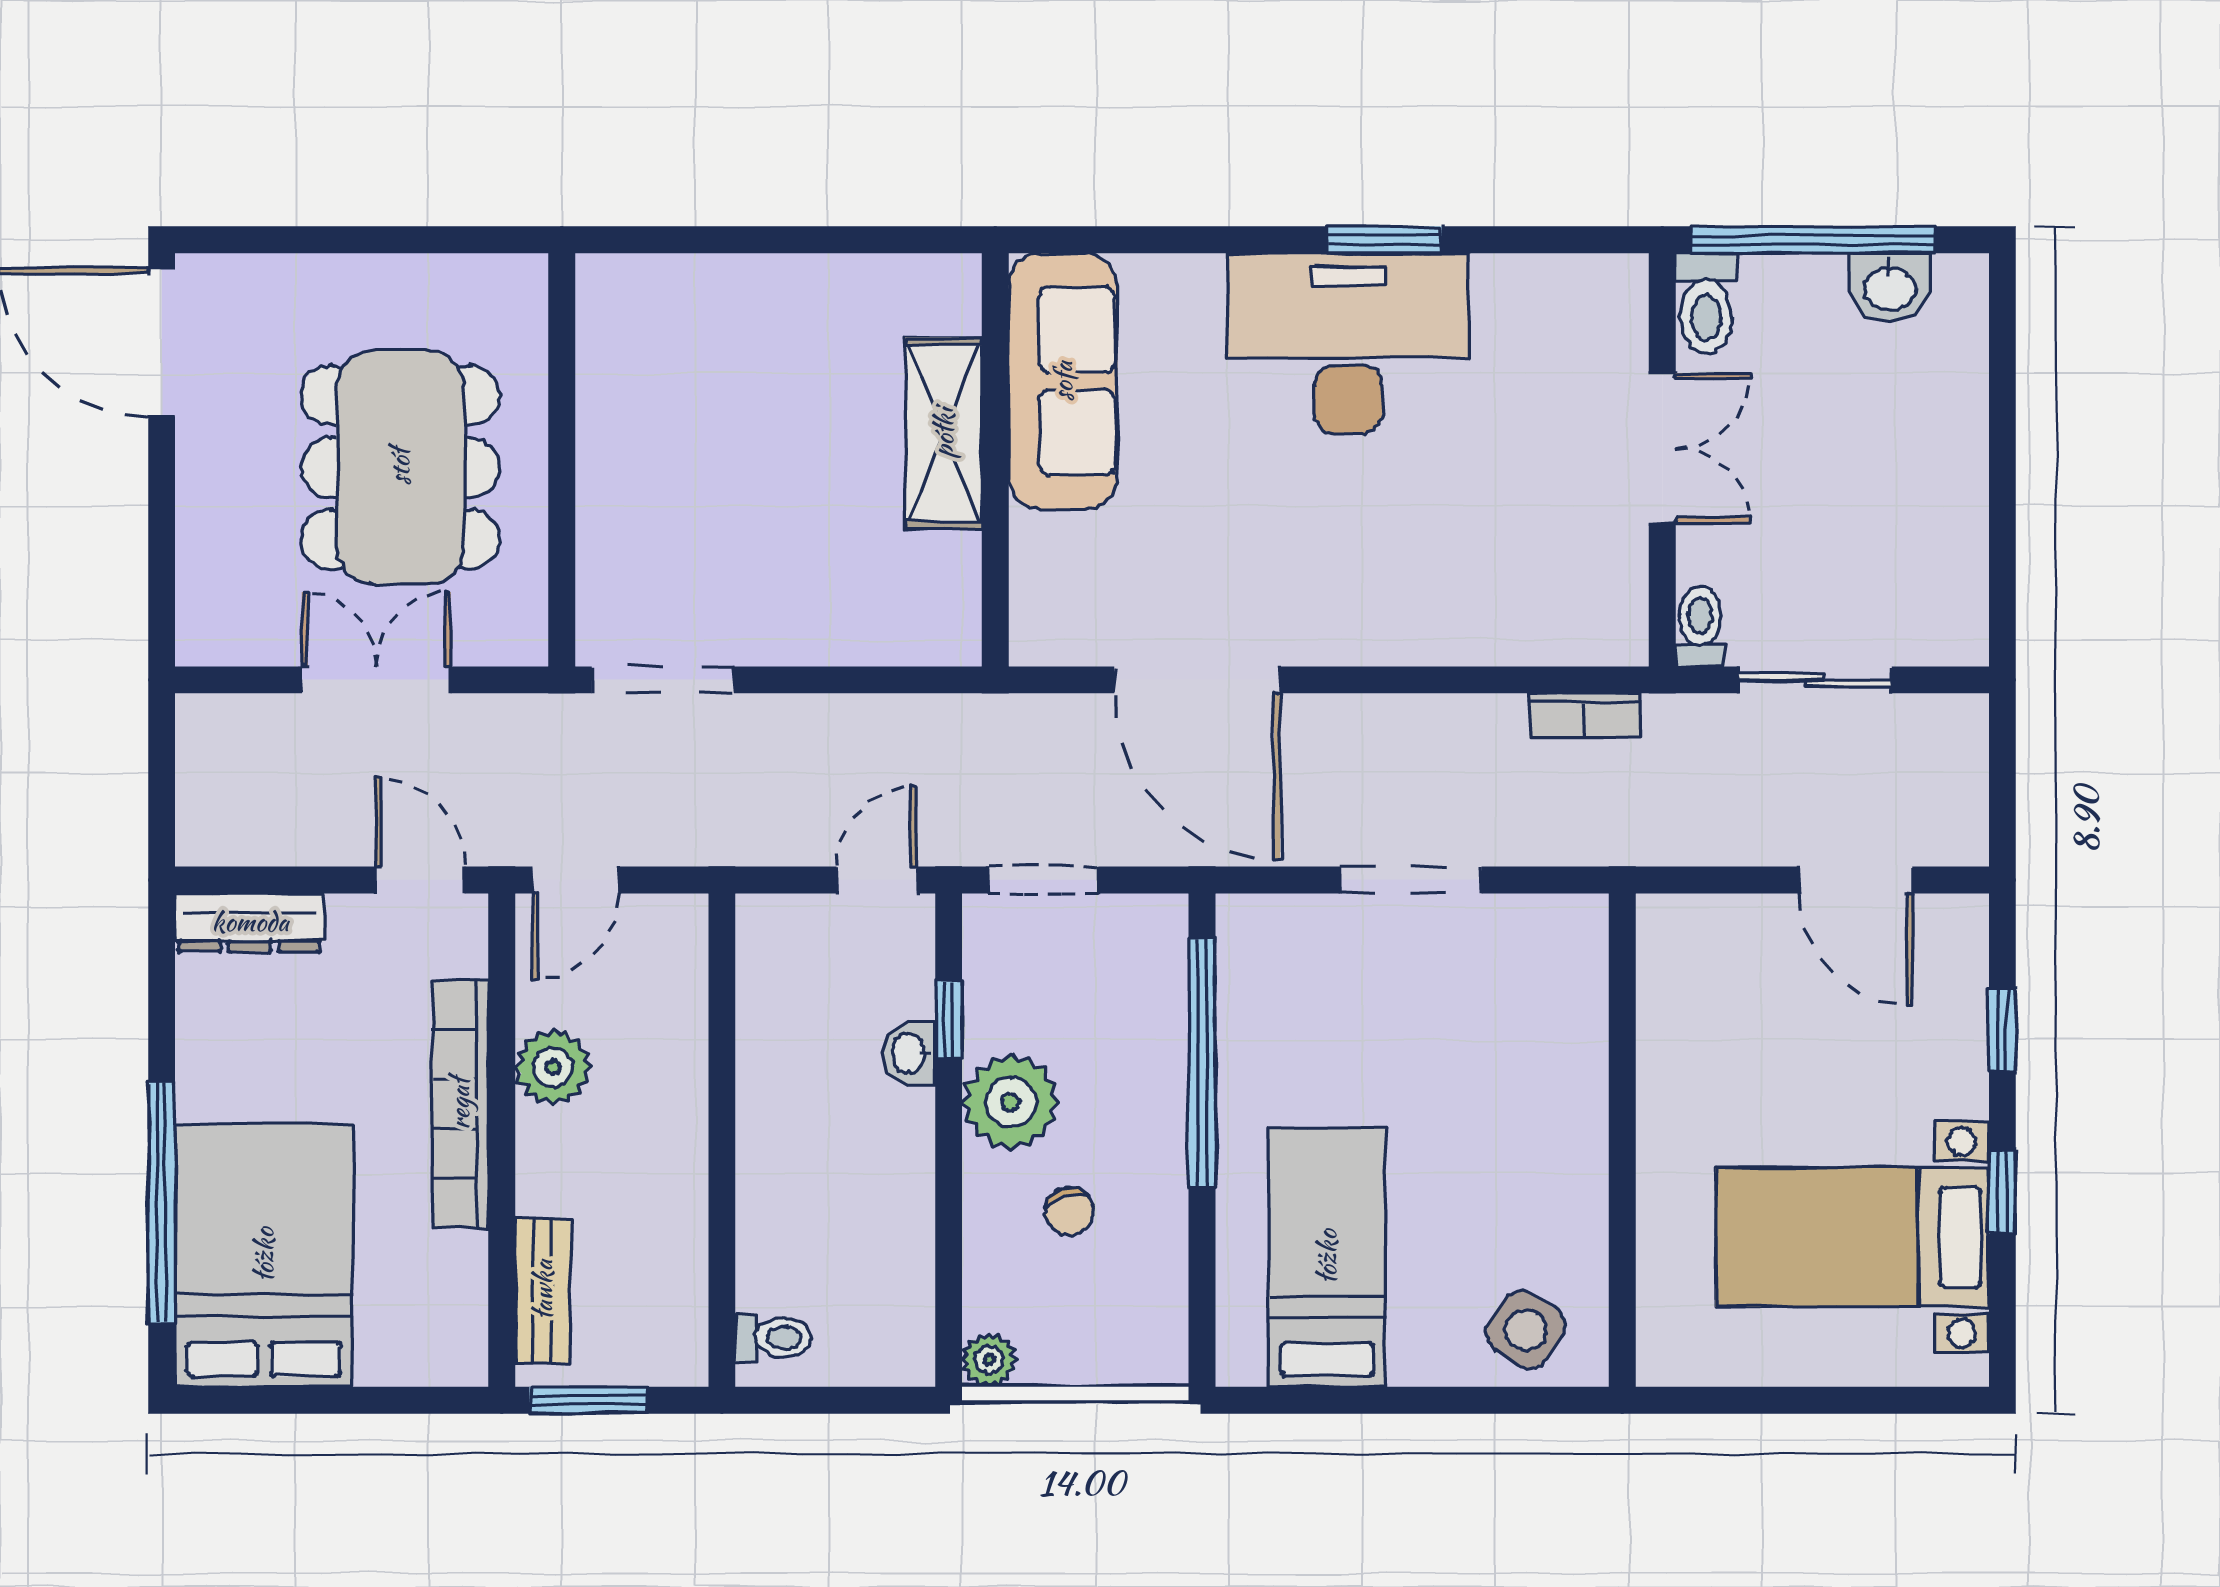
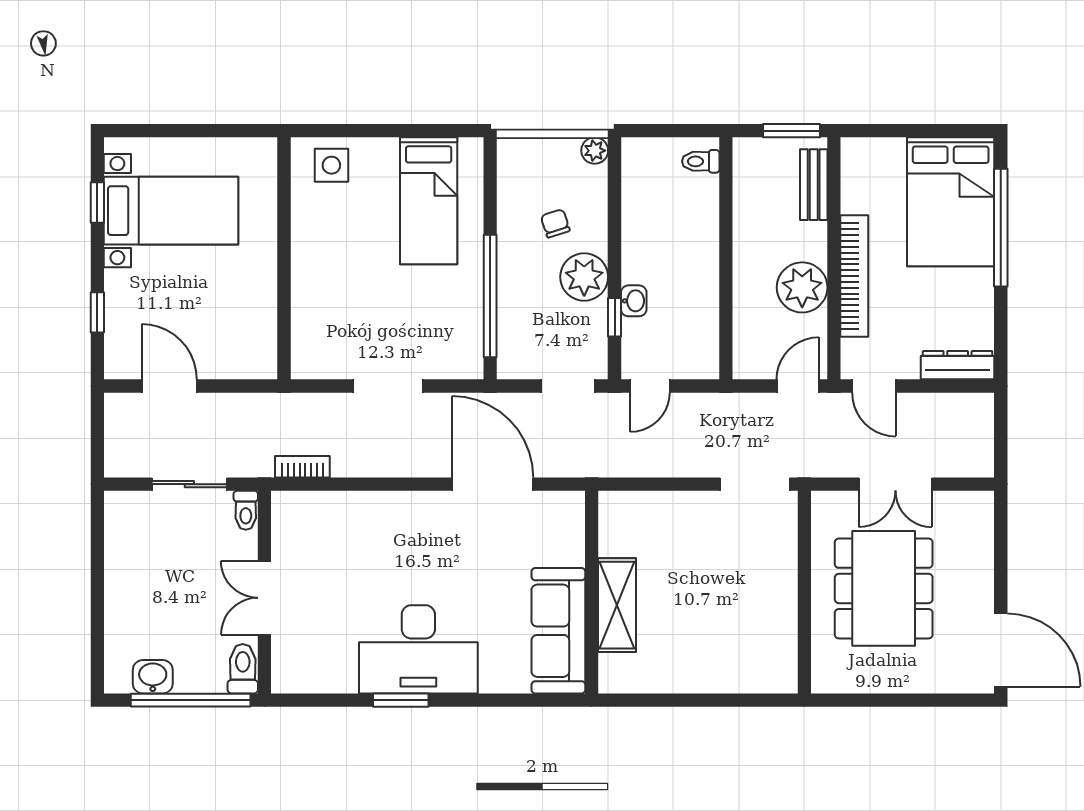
plant: (553, 1067) -> (802, 287), width x1.36, depth x1.36
window: (2002, 1192) -> (97, 202), moved
side table: (1526, 1330) -> (331, 165), turned -33

